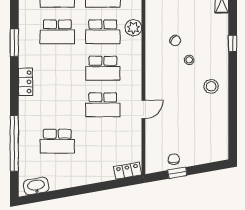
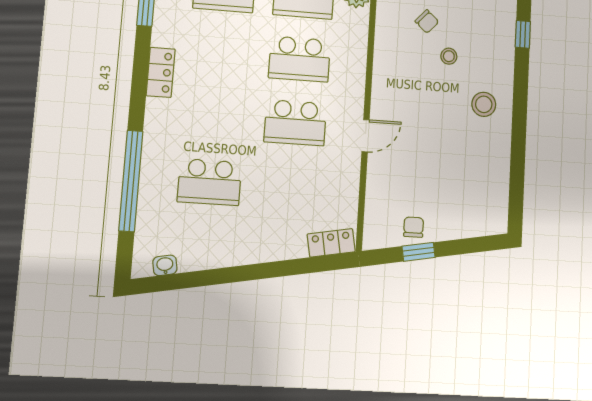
washbasin: (36, 186) -> (165, 265), width x0.52, depth x0.69

